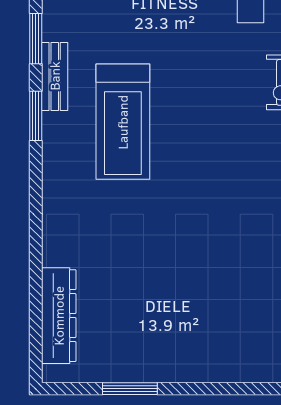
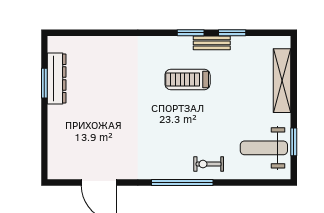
treadmill: (123, 122) -> (188, 79), width x0.73, depth x0.73
dresser: (59, 316) -> (57, 79), moved, turned -90

